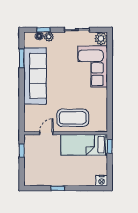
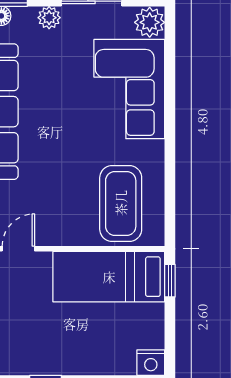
plant: (49, 37) -> (49, 18), moved
coffee table: (73, 118) -> (121, 203), moved, turned 90

